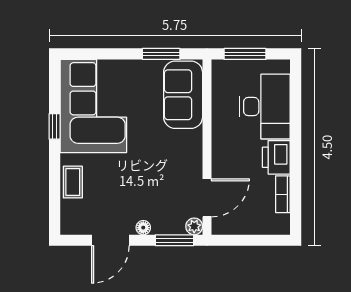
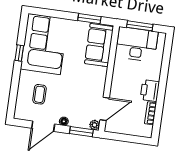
desk: (265, 106) -> (137, 44), moved, turned -90
coffee table: (73, 182) -> (39, 94), moved

